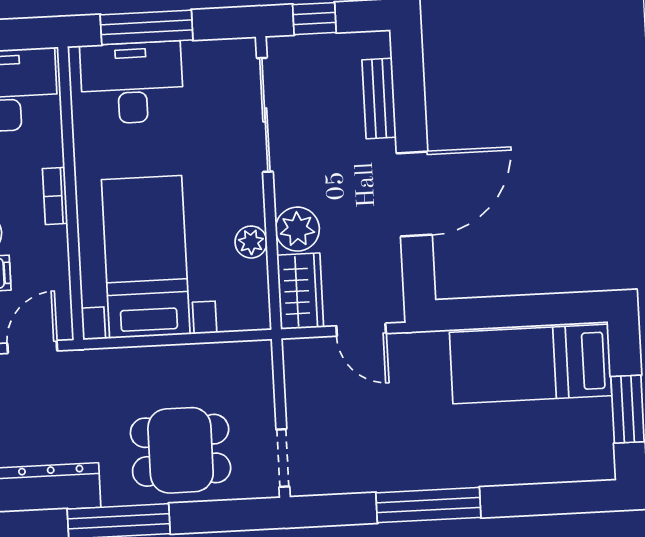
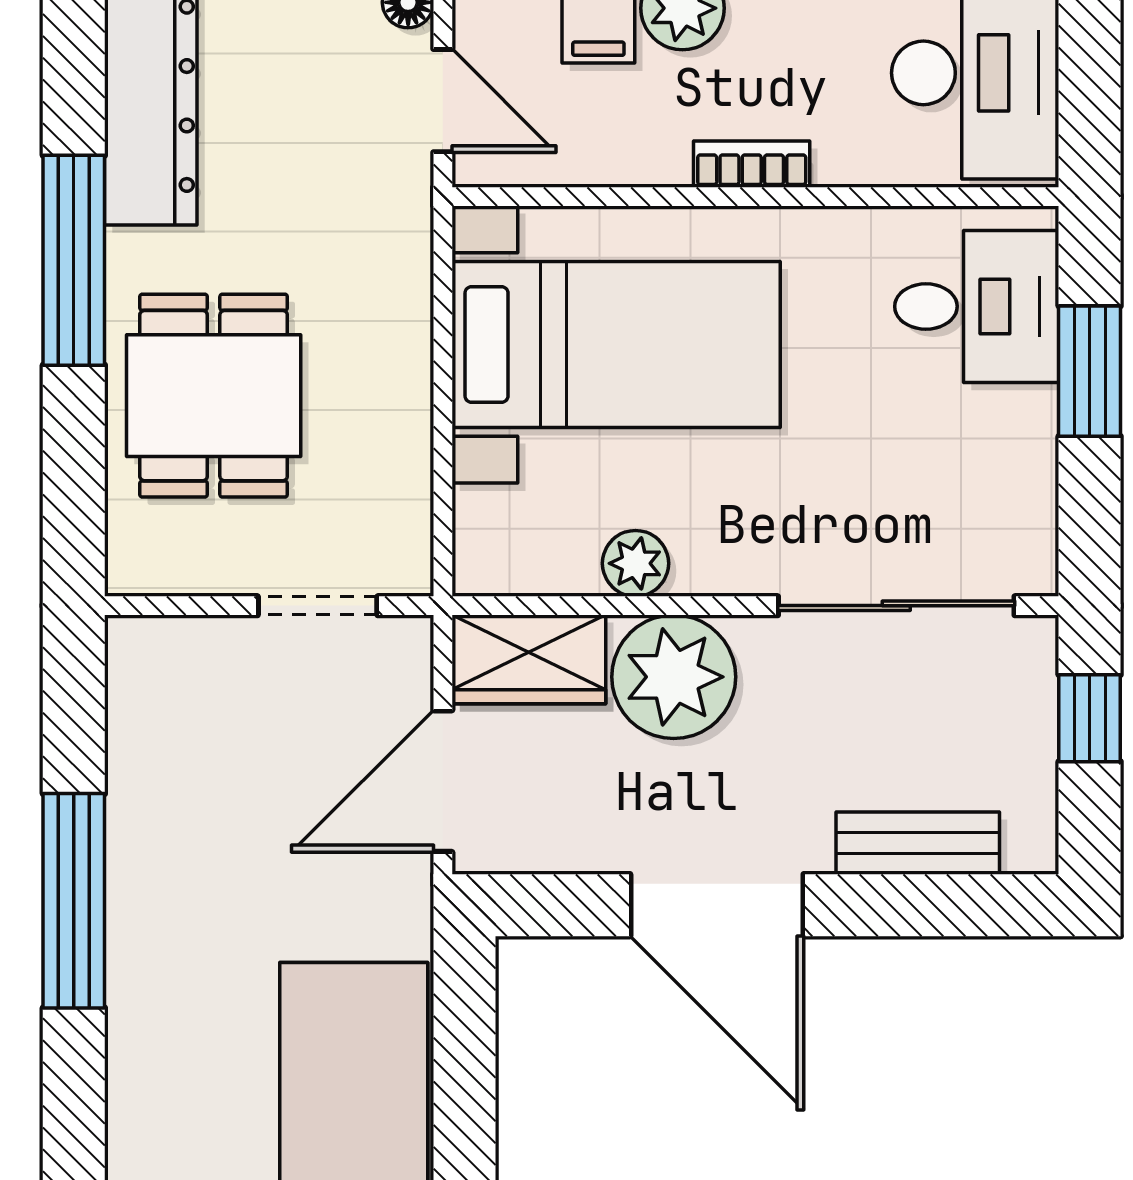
window: (147, 27) -> (1090, 371), width x0.69
desk: (132, 83) -> (977, 306), width x0.73
plant: (297, 229) -> (674, 677), width x1.36, depth x1.36
door: (361, 330) -> (443, 781), width x1.38
doorway: (283, 458) -> (318, 606), moved

